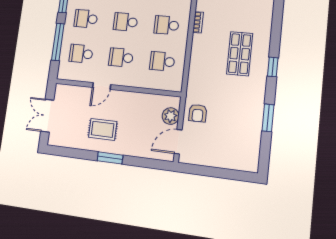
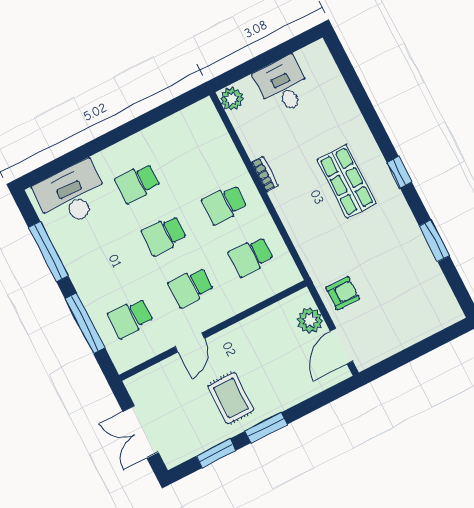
school desk: (86, 19) -> (104, 266), removed
armchair: (198, 113) -> (343, 293), turned -90
rug: (103, 129) -> (231, 398), turned 90
window: (76, 153) -> (216, 453), added

